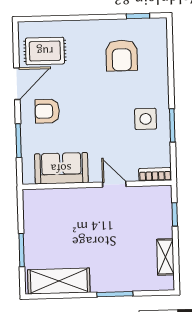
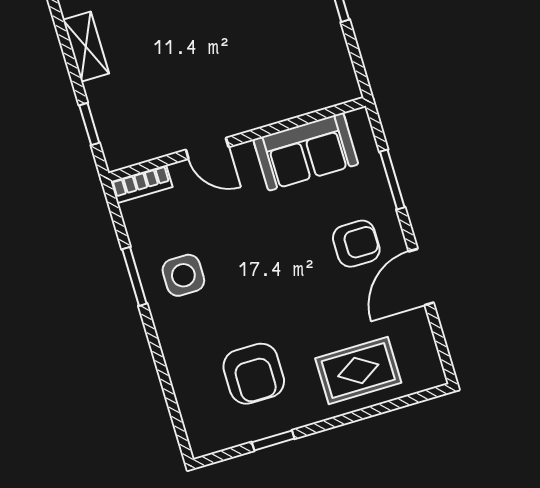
window: (138, 16) -> (273, 440), moved
rug: (45, 51) -> (358, 370), moved
armchair: (122, 55) -> (254, 374), turned 180

